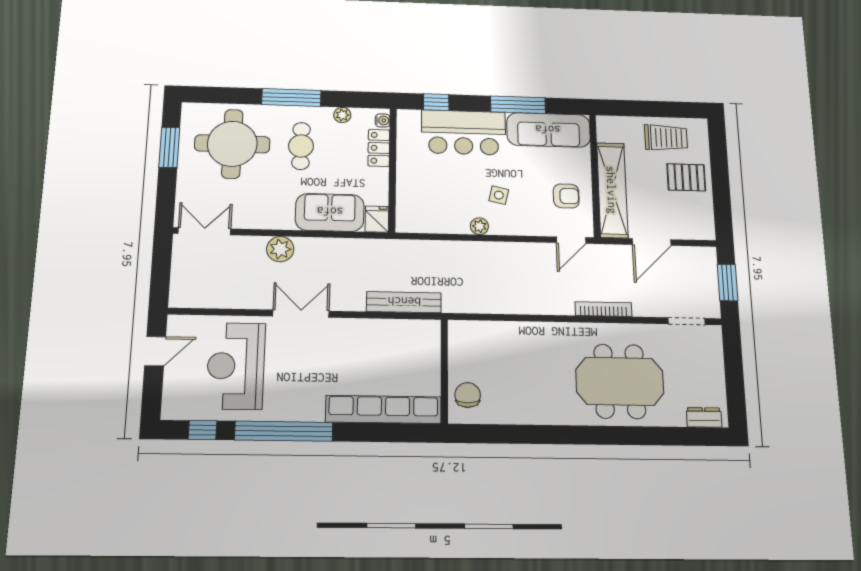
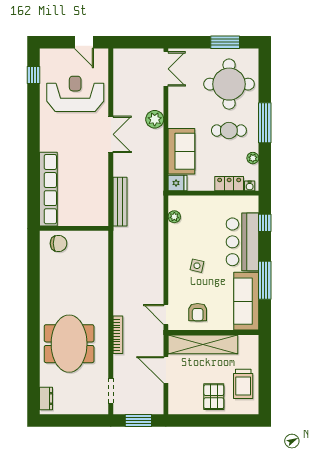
plant: (479, 226) -> (174, 217), moved
window: (284, 431) -> (33, 126), removed

